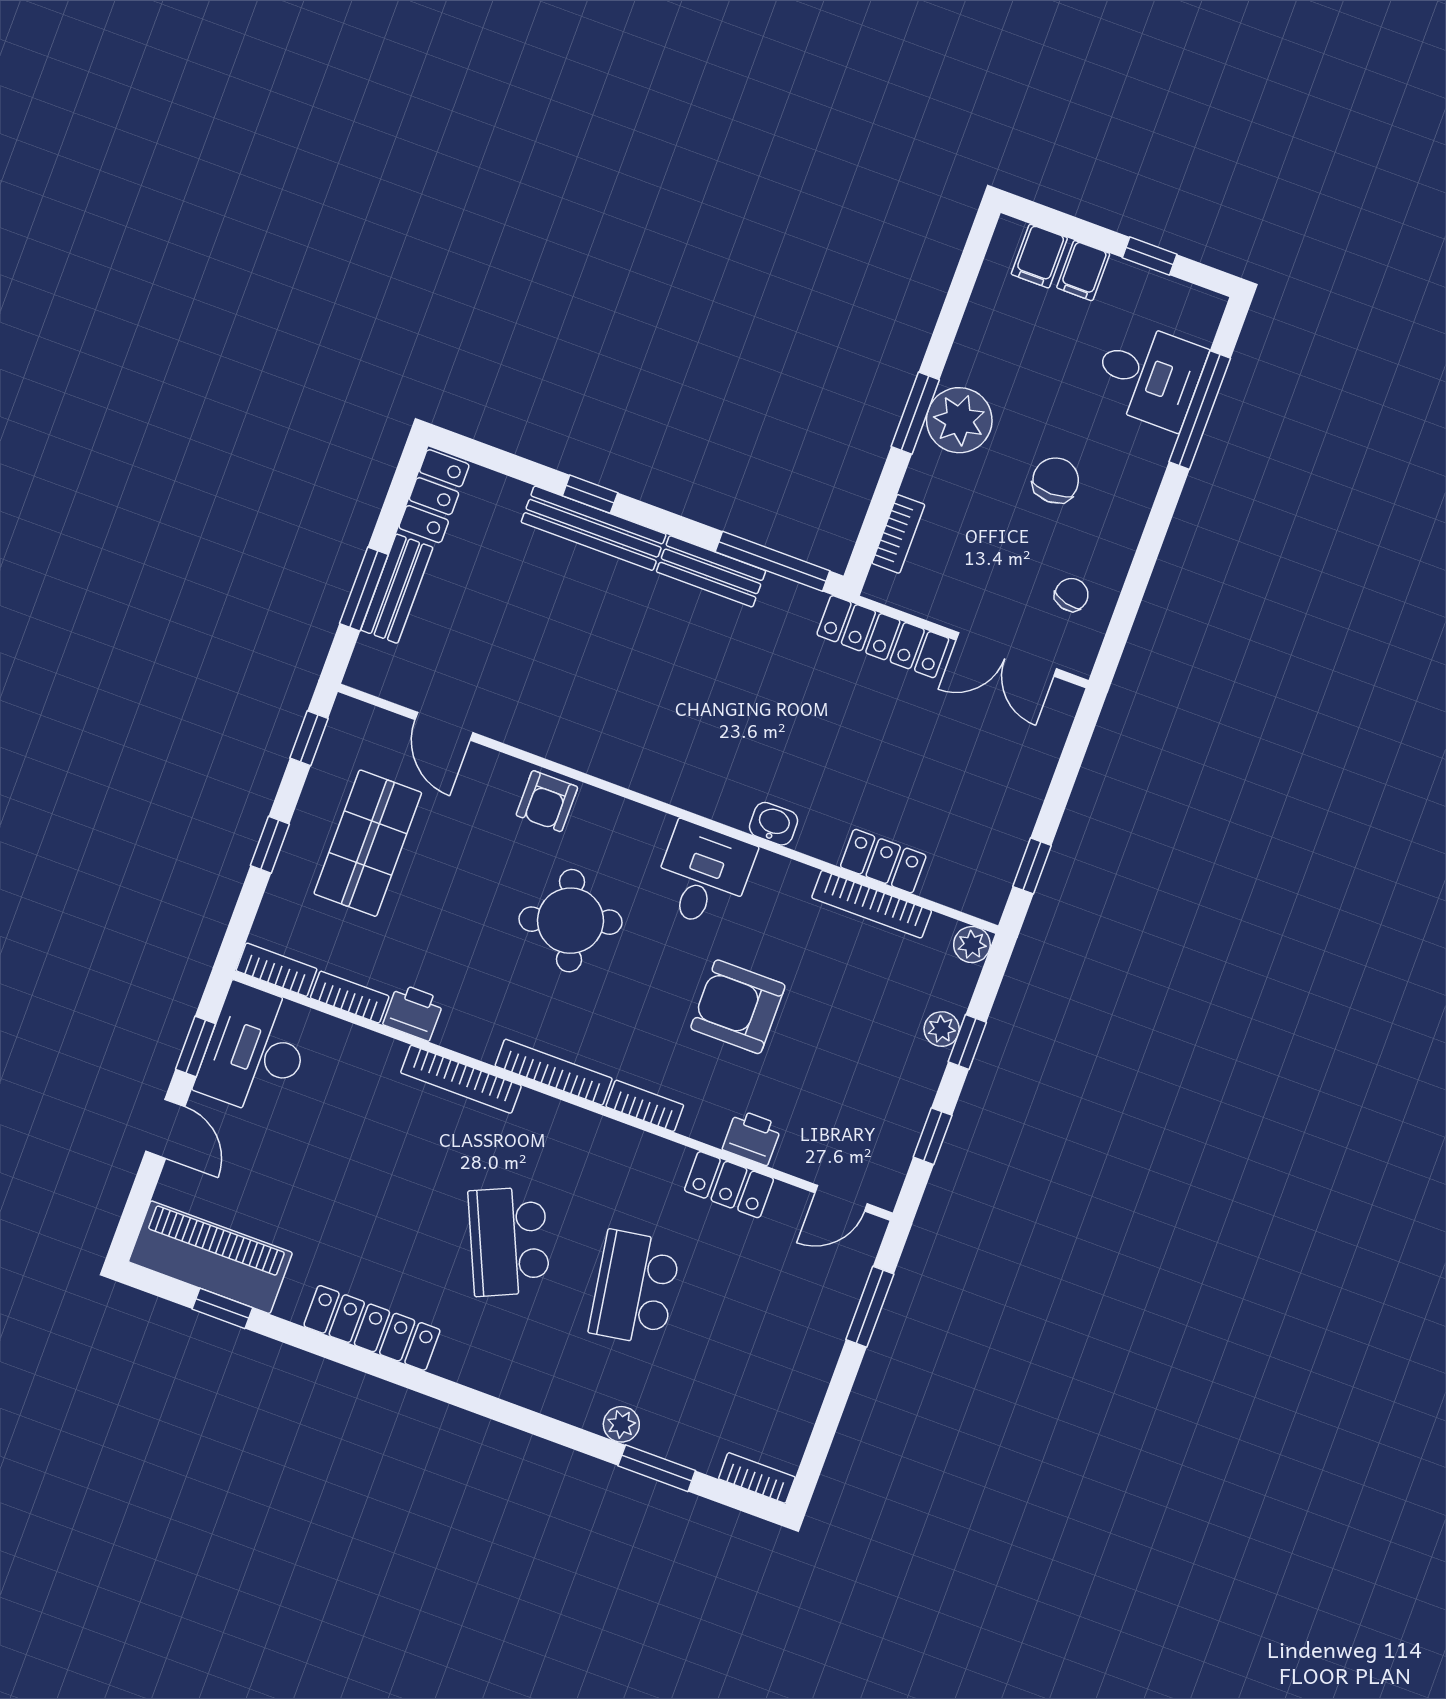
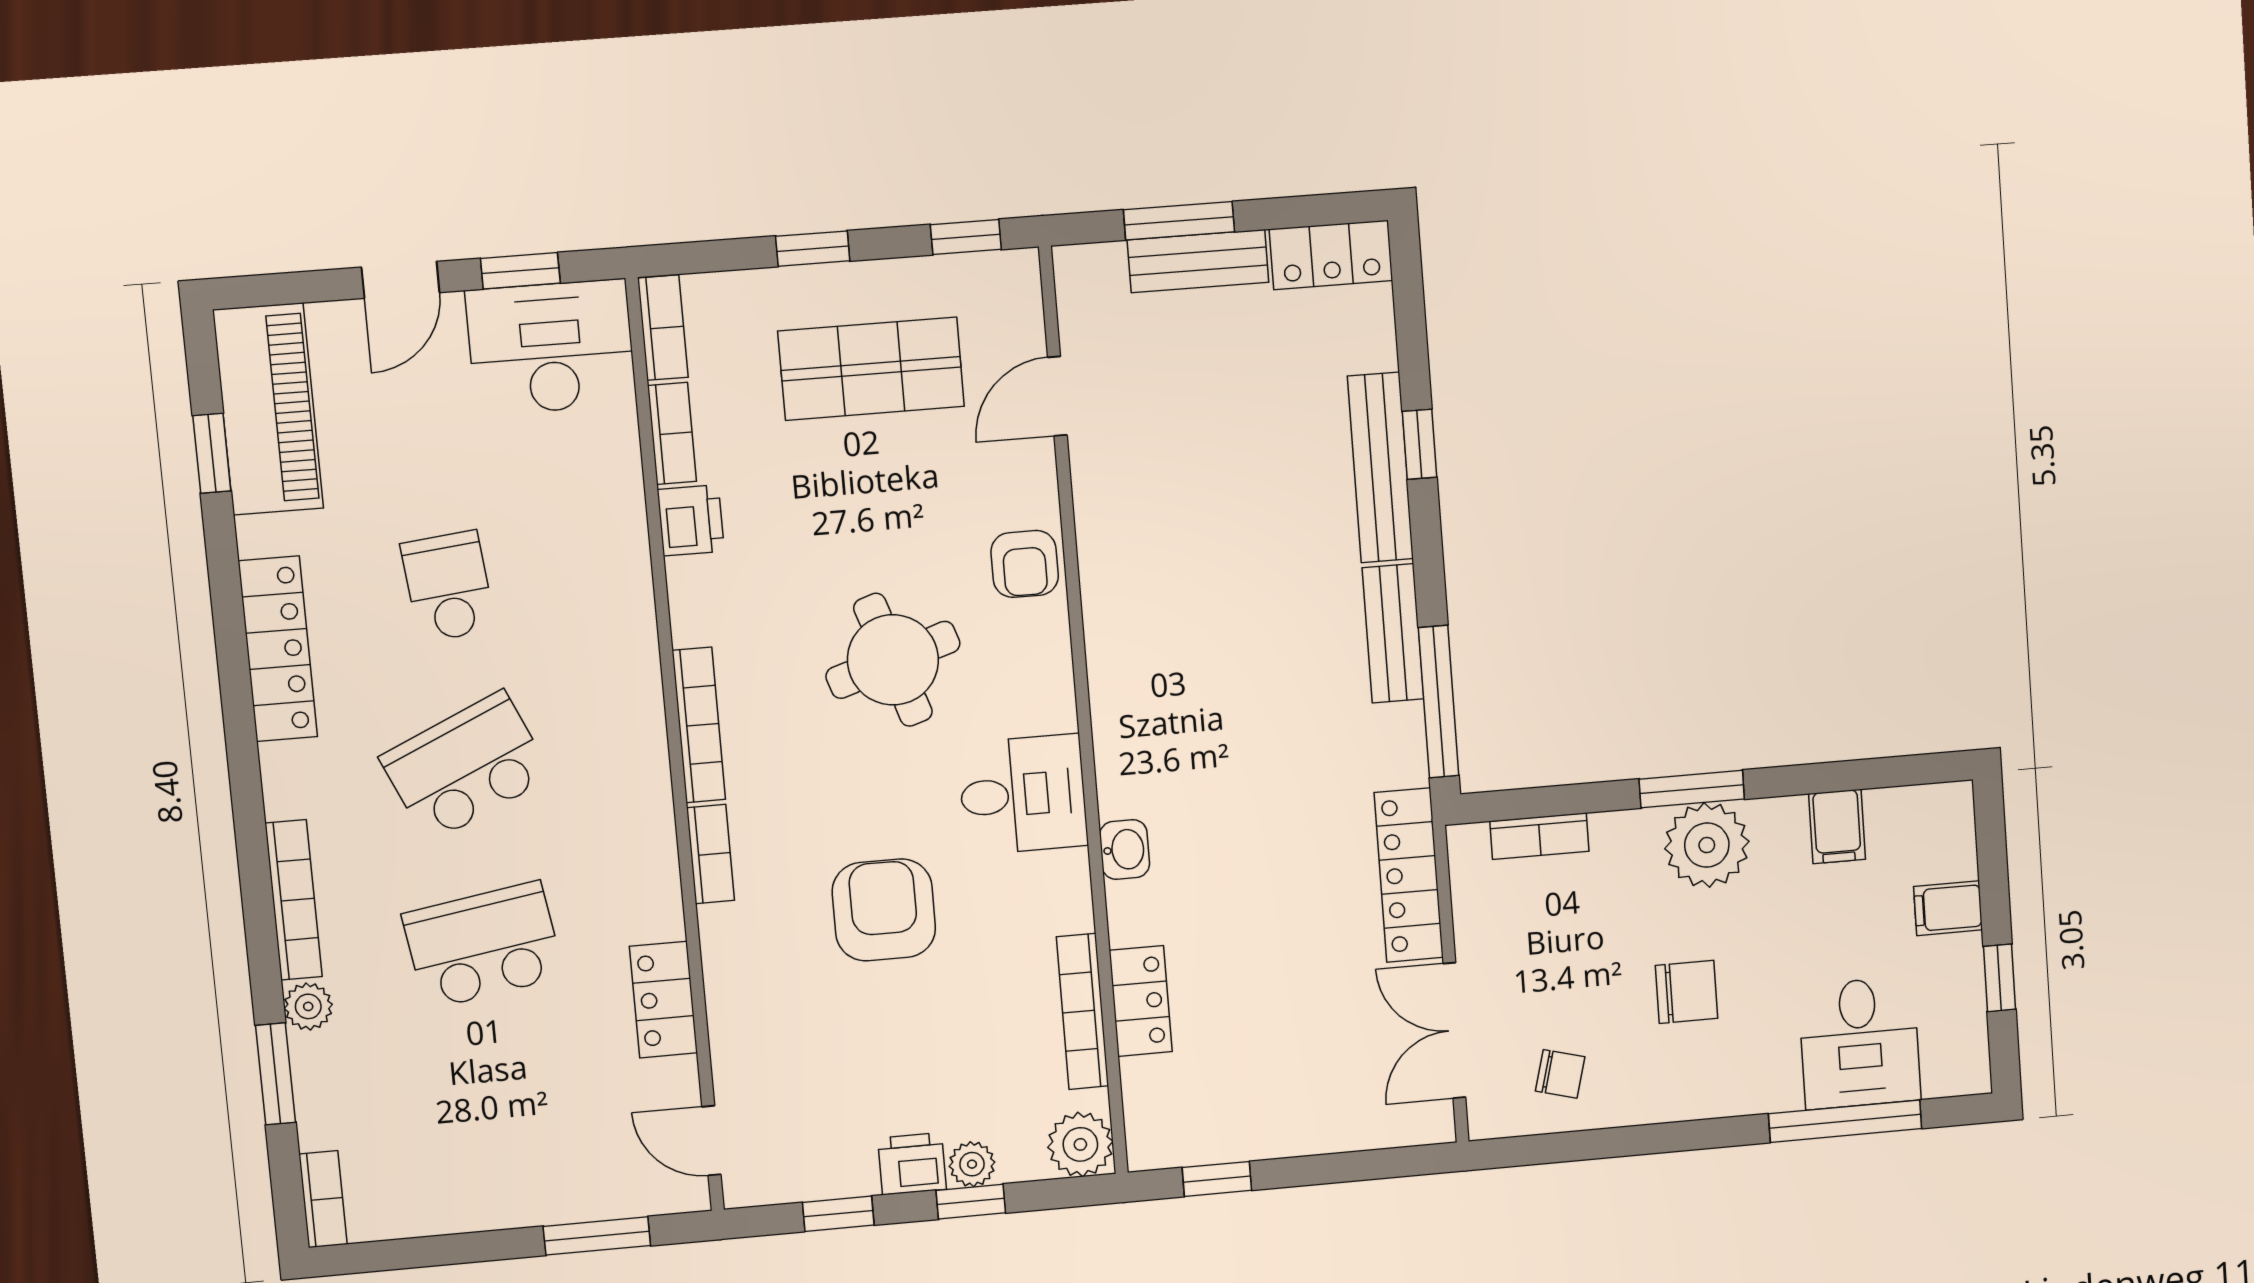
filing cabinet: (1039, 256) -> (1837, 826), moved, turned -90
armchair: (547, 801) -> (1025, 564), turned -90
plant: (972, 945) -> (1080, 1144), width x1.38, depth x1.38
bookcase: (461, 1079) -> (294, 900), moved, turned 180
printer: (752, 1137) -> (912, 1164), moved, turned -90
school desk: (383, 1195) -> (448, 587), added

